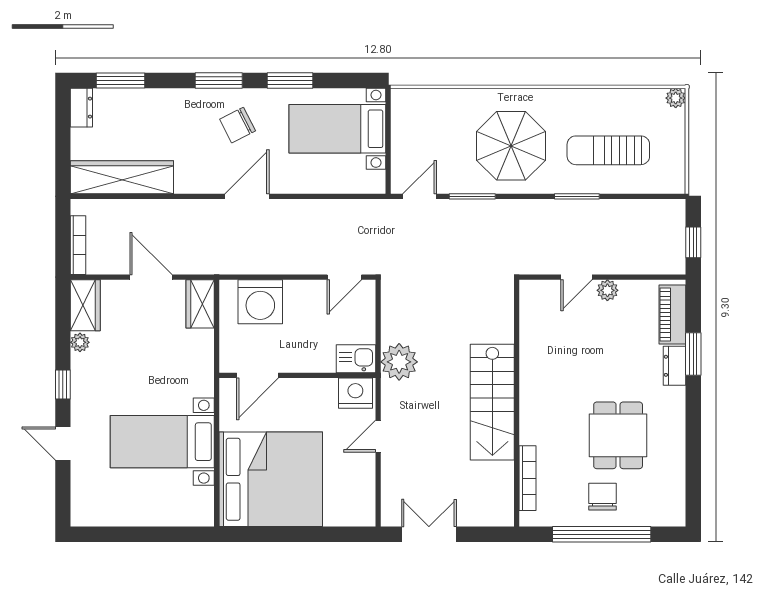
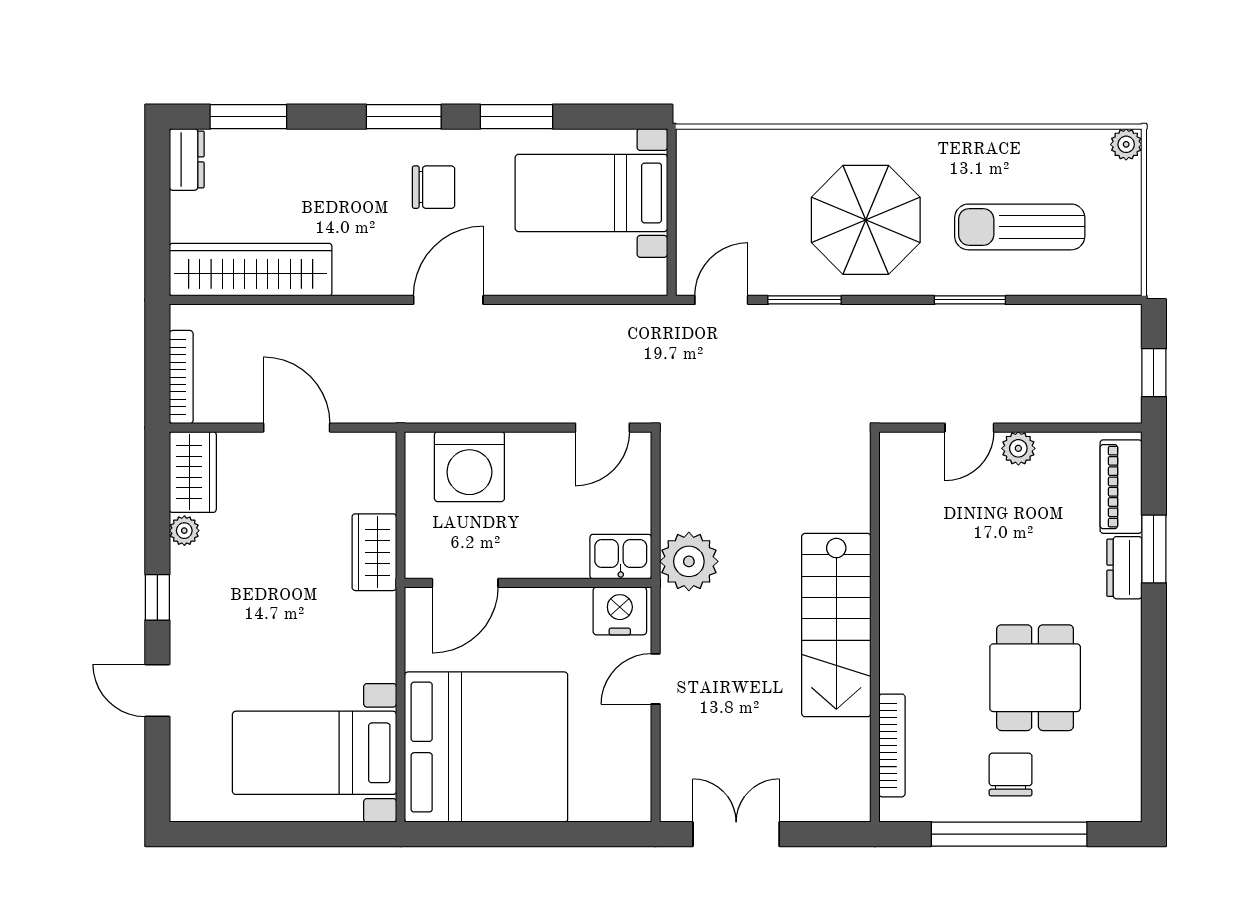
chair: (238, 125) -> (434, 187), turned -153
wardrobe: (200, 304) -> (374, 552), moved
bed with nightstands: (162, 442) -> (314, 753), moved

